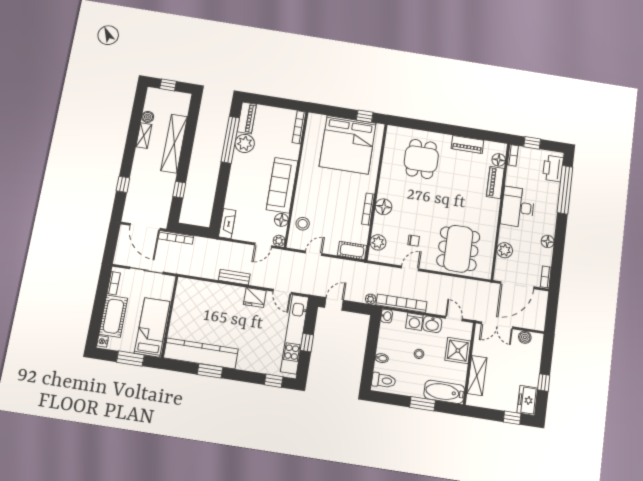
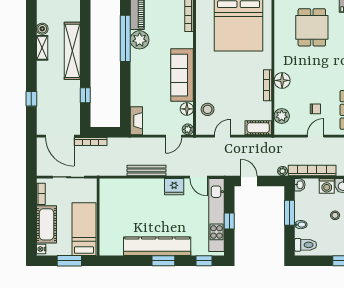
bench: (234, 277) -> (146, 170), width x1.36
door: (334, 304) -> (249, 181), hinge flipped
window: (372, 344) -> (290, 213), added
kitchen counter: (201, 353) -> (157, 246), moved
window: (210, 371) -> (163, 261), moved

